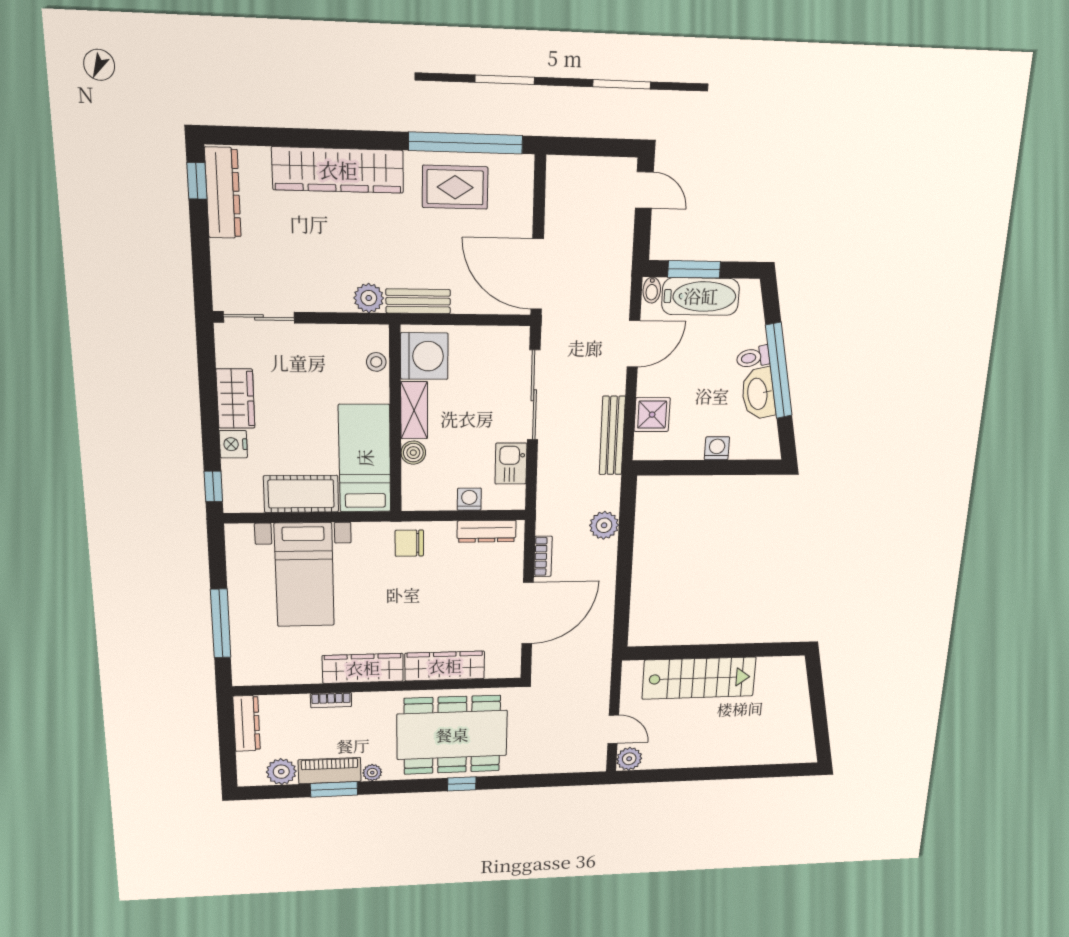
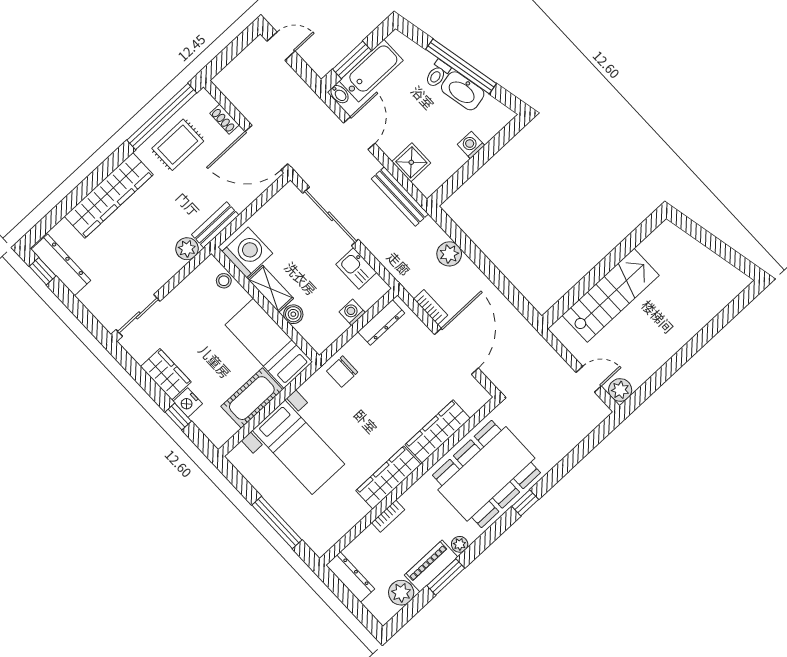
shoe rack: (524, 207) -> (224, 119), added
window: (213, 486) -> (178, 417), moved

